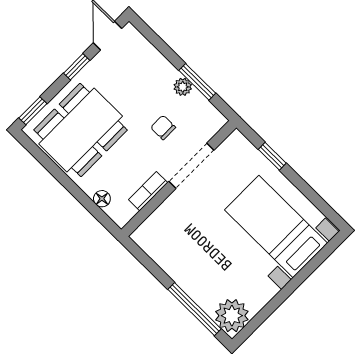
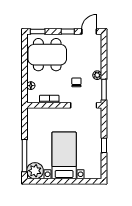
window: (197, 82) -> (104, 90), moved
window: (272, 156) -> (104, 145), moved
doorway: (191, 166) -> (84, 105), moved
bed with nightstands: (276, 227) -> (64, 155), moved

